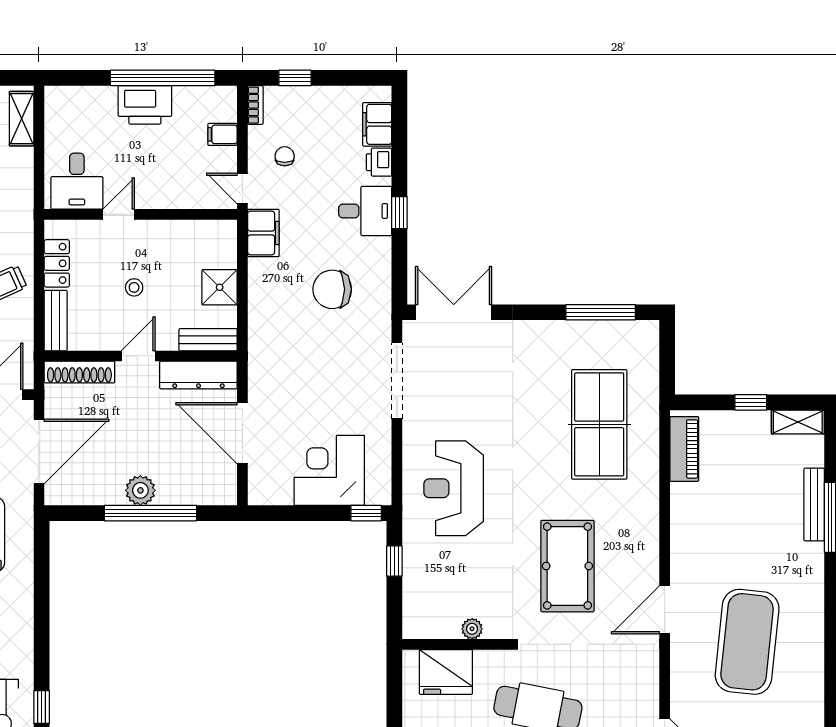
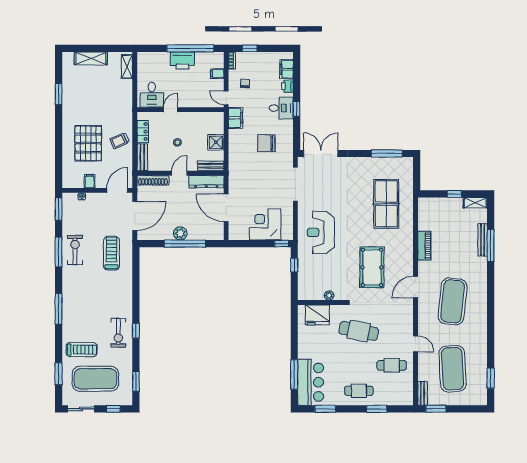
piano: (684, 449) -> (424, 246), moved

